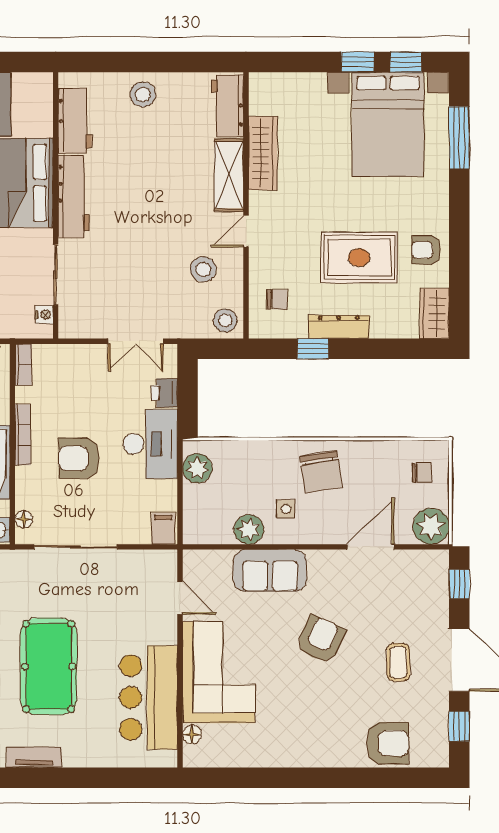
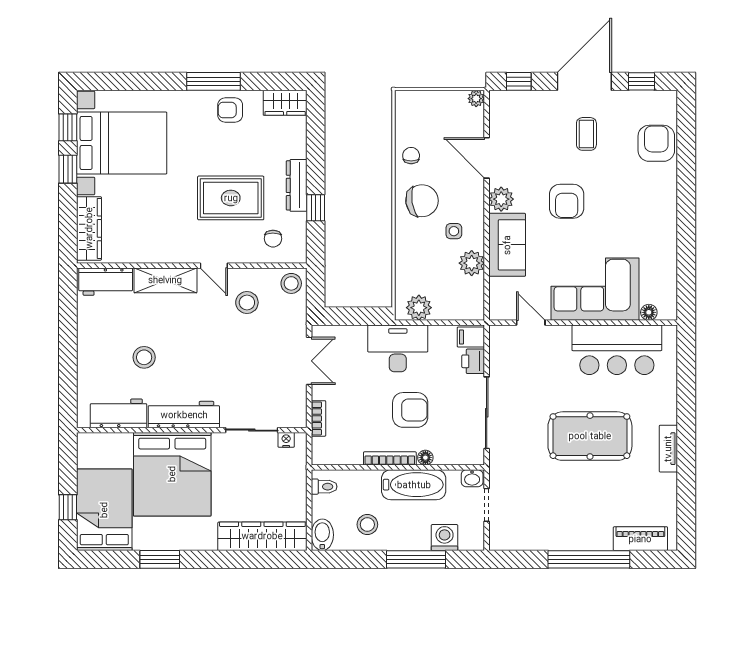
stool: (143, 94) -> (144, 357), moved
window: (459, 138) -> (214, 81), moved
wardrobe: (263, 153) -> (89, 228), moved, turned 90
armchair: (426, 250) -> (230, 110), turned 90
rug: (359, 258) -> (231, 198), moved, turned 90
chair: (277, 299) -> (273, 239), turned 180
bookcase: (23, 364) -> (318, 418), moved, turned 90
printer: (164, 393) -> (473, 361), moved, turned 90
armchair: (79, 458) -> (410, 410), turned -90
chair: (422, 473) -> (411, 156), moved
floor lamp: (24, 519) -> (425, 458), moved
plant: (431, 526) -> (476, 99), width x0.53, depth x0.53
plant: (323, 564) -> (501, 199), added
door: (180, 598) -> (531, 323), hinge flipped
armchair: (321, 639) -> (567, 201), turned -115
coffee table: (398, 662) -> (586, 134), turned 90

